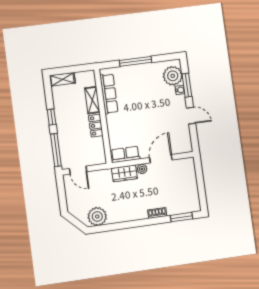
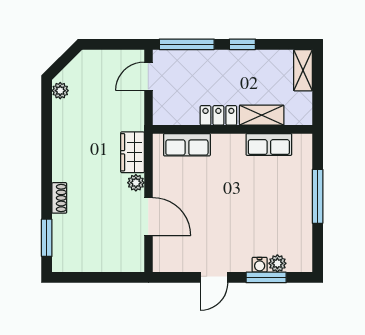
plant: (173, 76) -> (277, 263), width x0.53, depth x0.53
row of seats: (109, 94) -> (269, 144), width x0.68
row of seats: (125, 154) -> (187, 145), moved, turned 90
plant: (97, 217) -> (60, 91), width x0.53, depth x0.53

